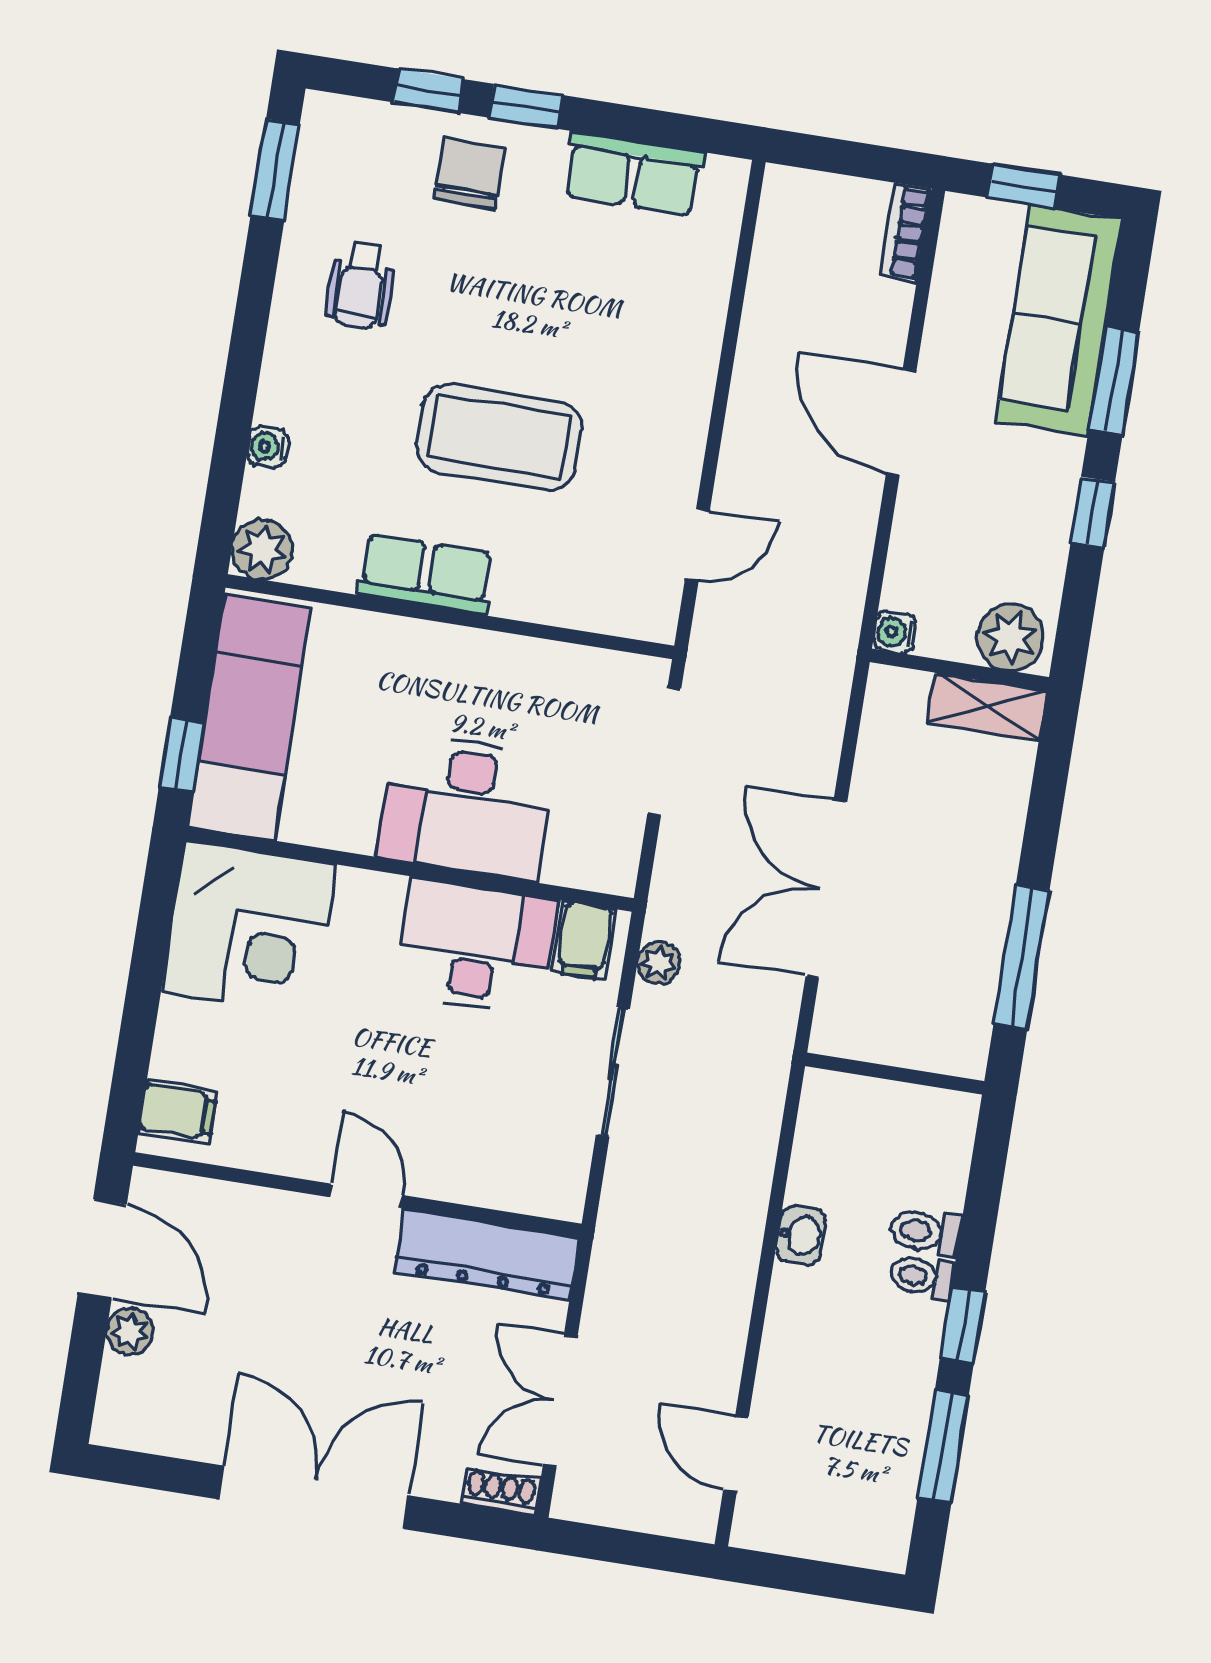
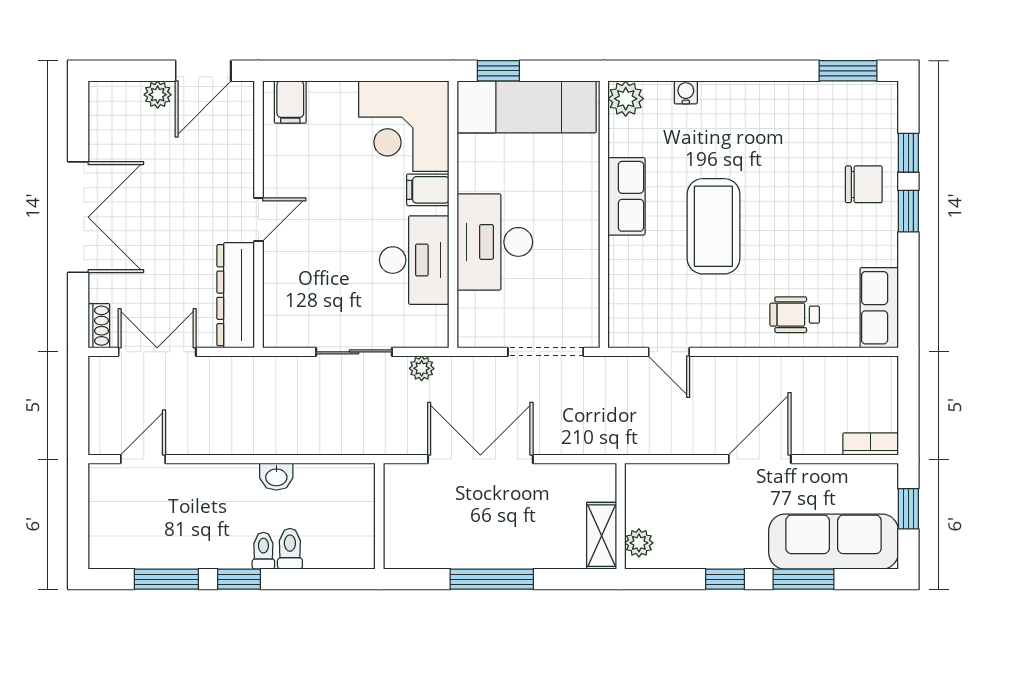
row of seats: (633, 174) -> (879, 308), moved
wheelchair: (361, 285) -> (795, 315), moved
water cooler: (895, 632) -> (636, 475), removed
plant: (1010, 637) -> (639, 543), width x0.73, depth x0.73
filing cabinet: (584, 940) -> (428, 190), moved
window: (1022, 957) -> (492, 579), moved

